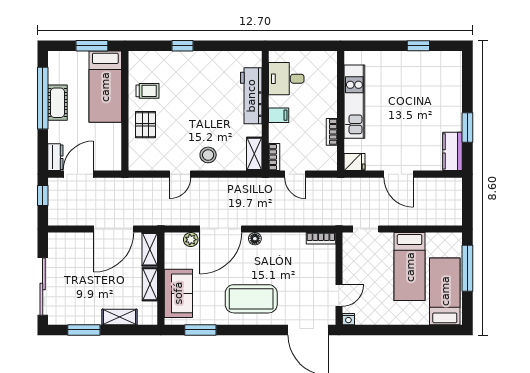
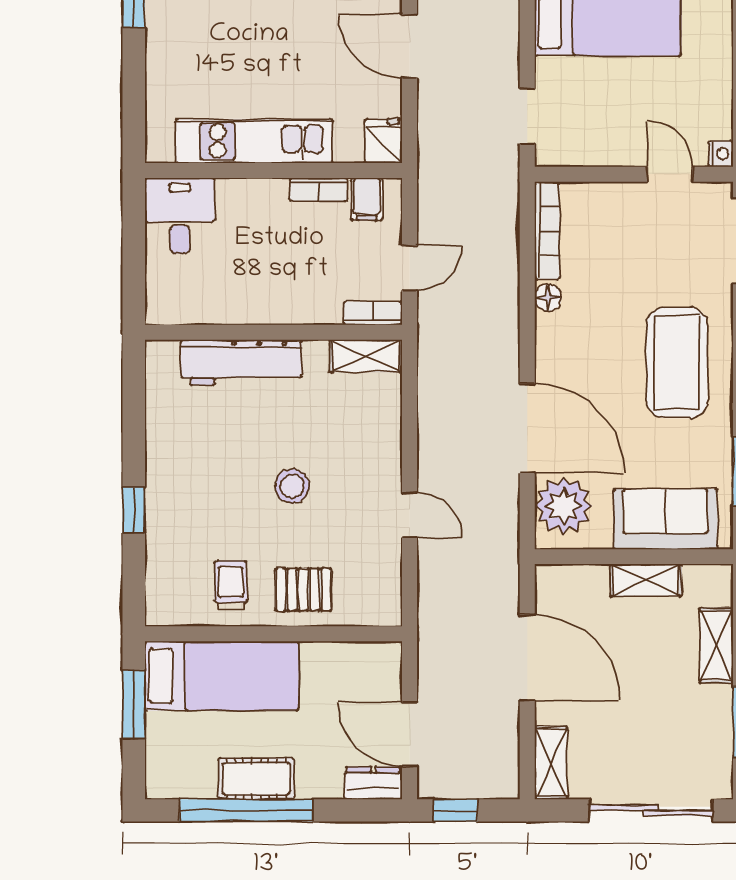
desk: (286, 79) -> (180, 216), moved, turned 180
filing cabinet: (279, 115) -> (367, 199), moved, turned 180
stool: (208, 155) -> (292, 486), moved
door: (399, 174) -> (410, 46), swing flipped
bookcase: (321, 238) -> (547, 231), width x1.56
floor lamp: (255, 239) -> (548, 298), moved
plant: (191, 240) -> (563, 506), width x1.87, depth x1.87
shelving: (150, 249) -> (551, 763), moved, turned 90

